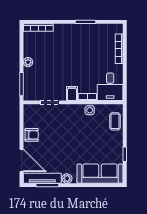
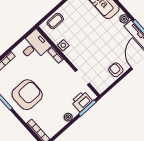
armchair: (76, 45) -> (27, 95), added
printer: (31, 85) -> (82, 101), added
filing cabinet: (72, 93) -> (63, 68), removed

